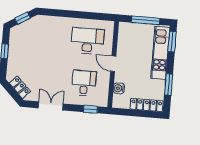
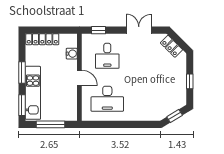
window: (169, 84) -> (22, 72), moved
double door: (51, 106) -> (139, 30), swing flipped

